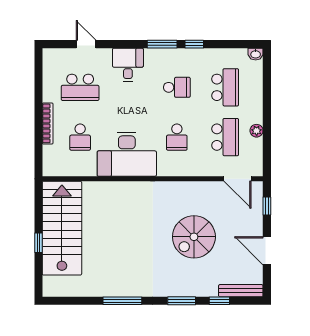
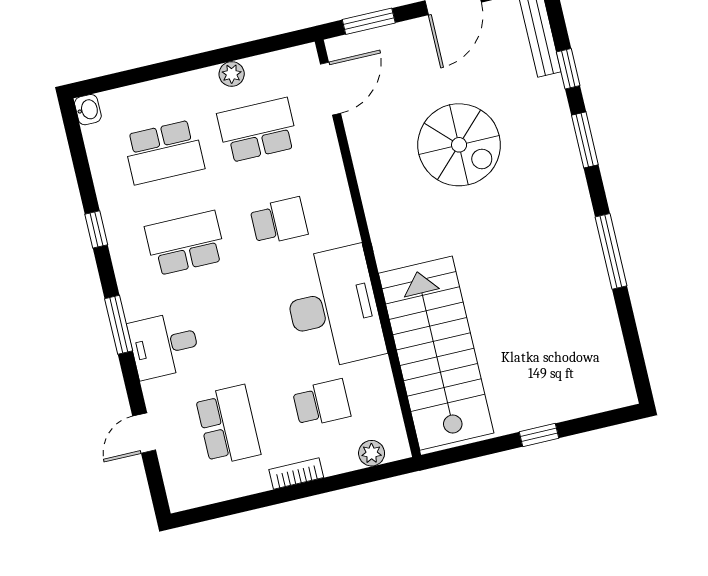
window: (162, 44) -> (119, 325), moved
school desk: (177, 87) -> (185, 243), width x1.85
school desk: (225, 87) -> (164, 152), turned 180
bookcase: (48, 123) -> (296, 474), width x0.64
plant: (49, 156) -> (372, 453), added
window: (267, 206) -> (369, 21), width x1.50
stairs: (62, 228) -> (436, 353), moved, turned 90

